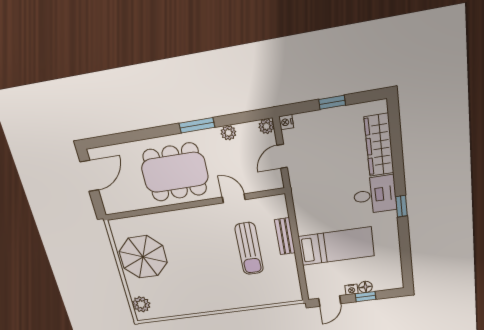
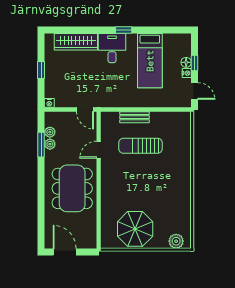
window: (197, 125) -> (41, 145), moved
plant: (266, 126) -> (50, 132), moved
door: (282, 156) -> (85, 110), moved
bed: (336, 246) -> (150, 61), moved, turned 180
sun lounger: (249, 249) -> (140, 146), turned 180

